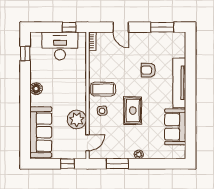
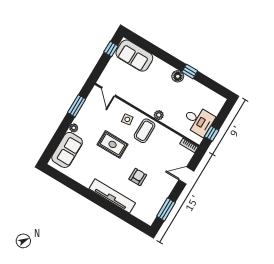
desk: (60, 46) -> (198, 121), width x0.73
window: (25, 54) -> (190, 71), moved
plant: (77, 119) -> (159, 115), moved, width x0.53, depth x0.53
sofa: (175, 127) -> (67, 150), moved, turned 90
sofa: (41, 132) -> (134, 56), width x0.73
window: (67, 164) -> (111, 49), moved

